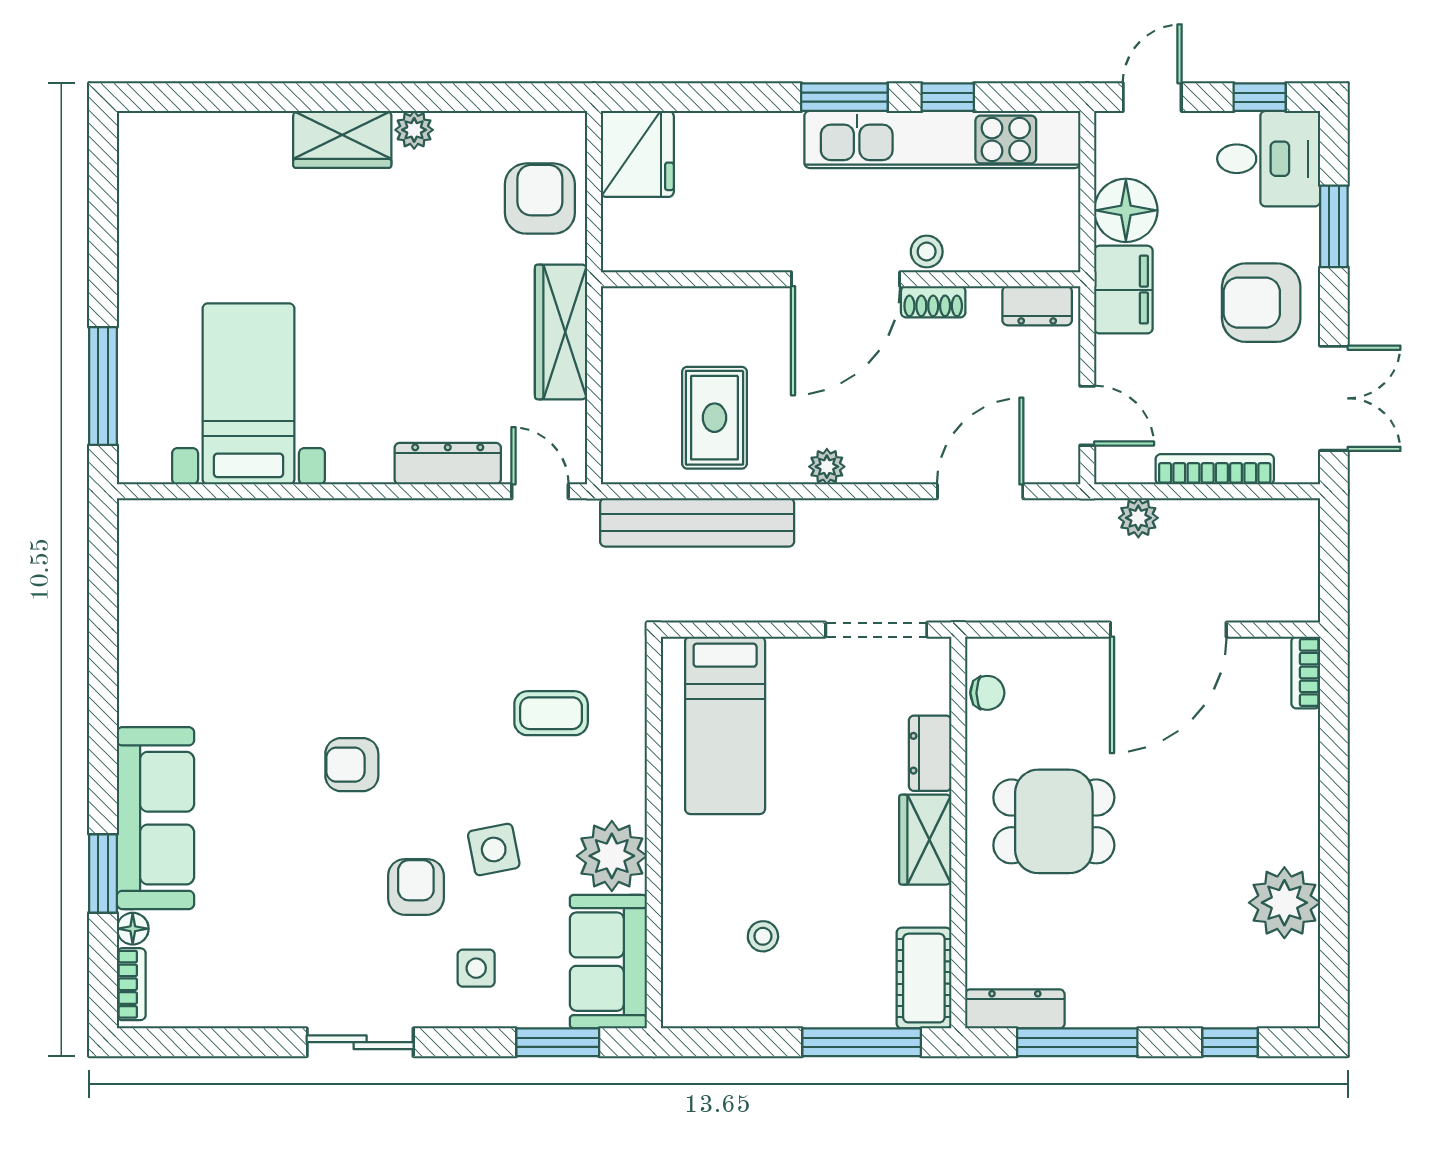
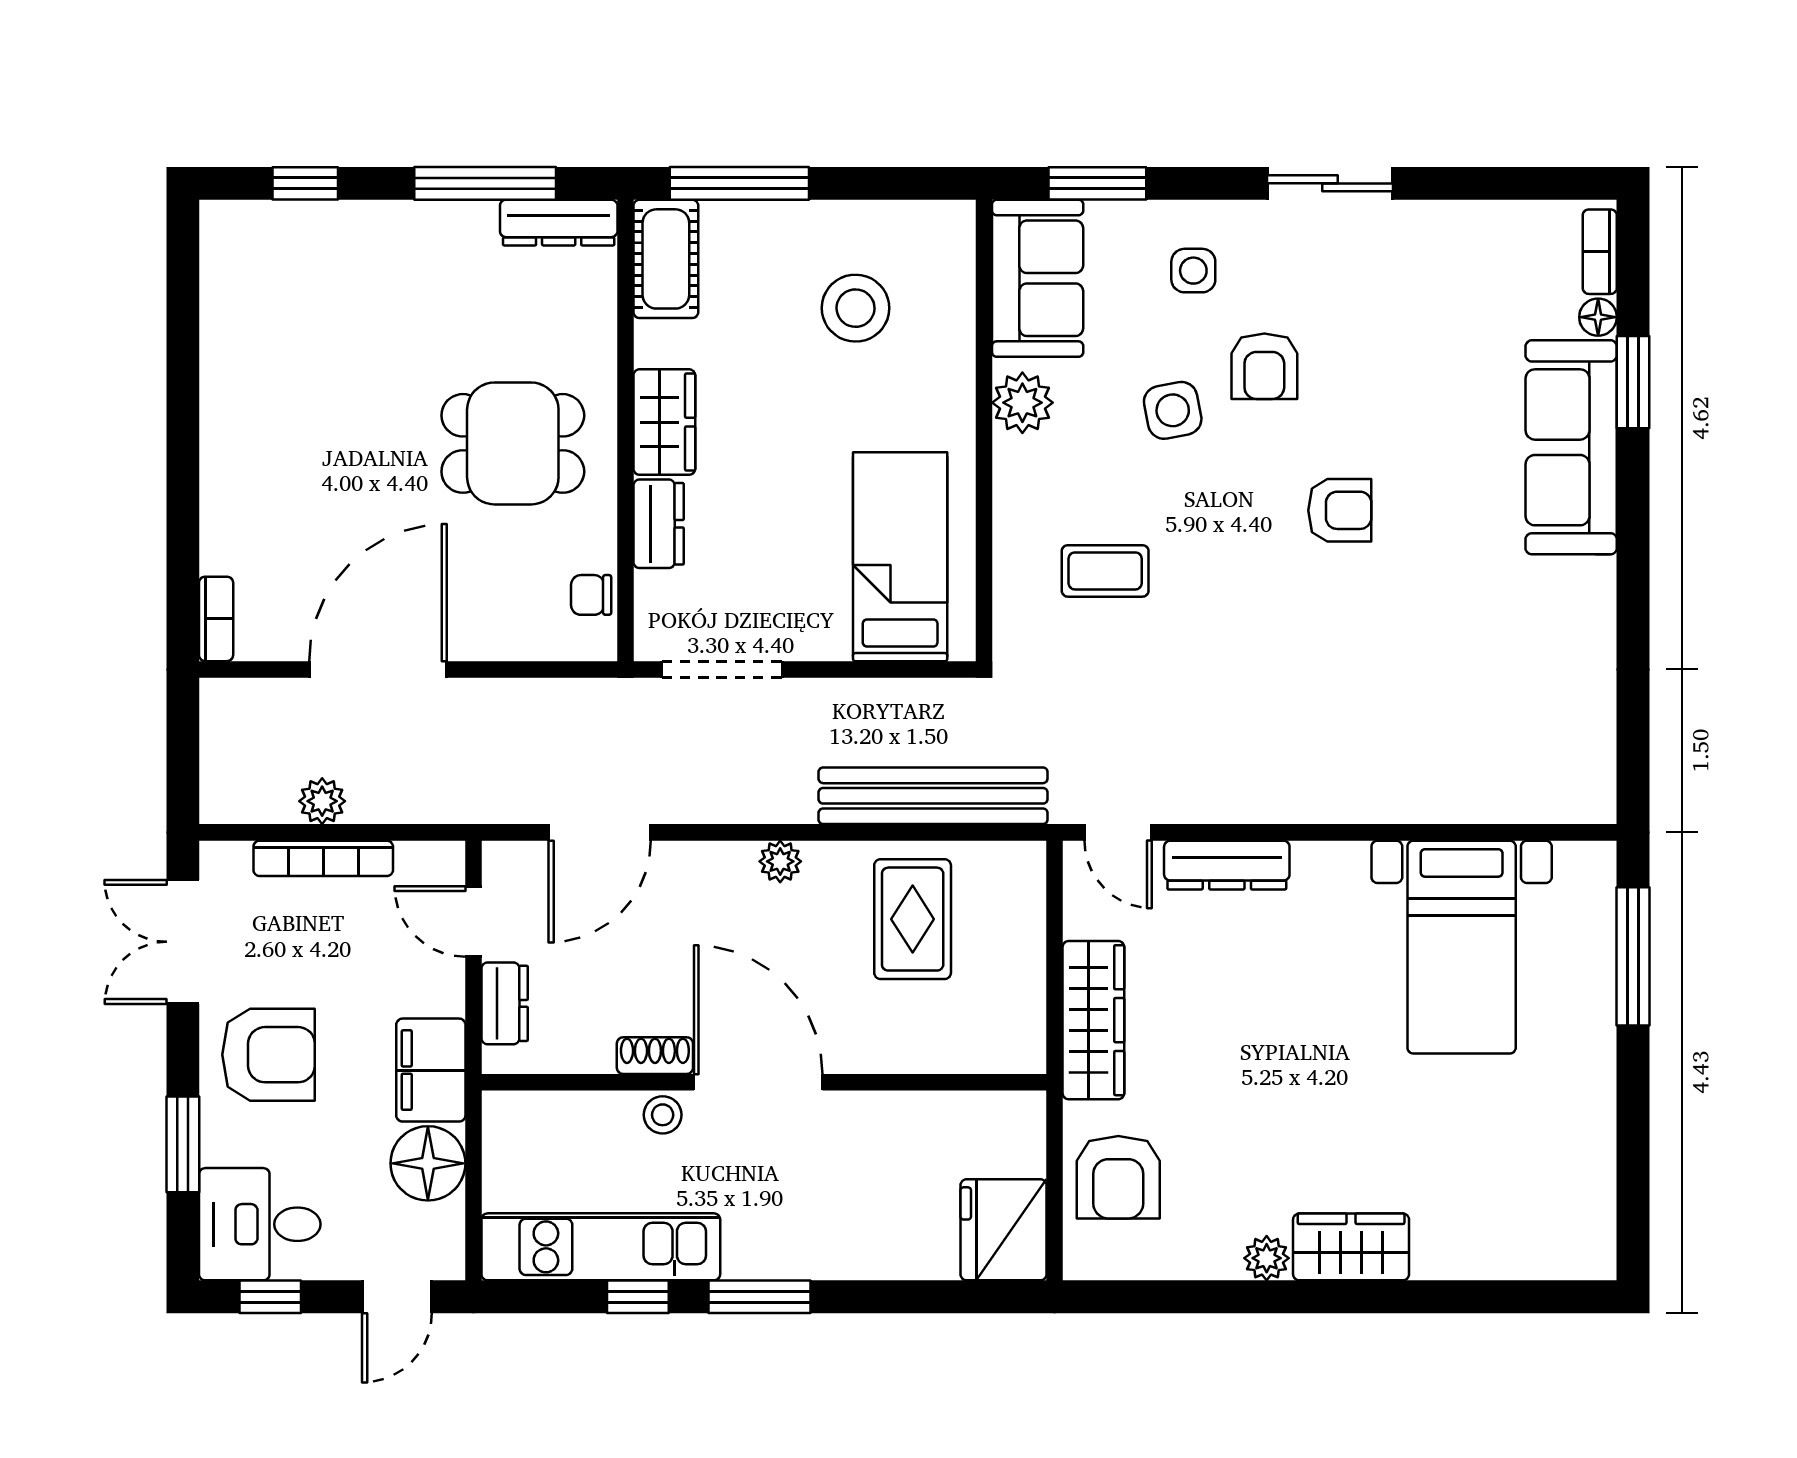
kitchen unit: (942, 139) -> (601, 1247), width x0.73
door: (846, 279) -> (758, 1082), hinge flipped
dresser: (1037, 306) -> (505, 1003), moved, turned 90
plant: (1138, 518) -> (322, 801), moved
plant: (612, 856) -> (1022, 403), width x0.73, depth x0.73
plant: (1284, 903) -> (241, 348), removed
stool: (763, 936) -> (856, 308), width x1.89, depth x1.89

